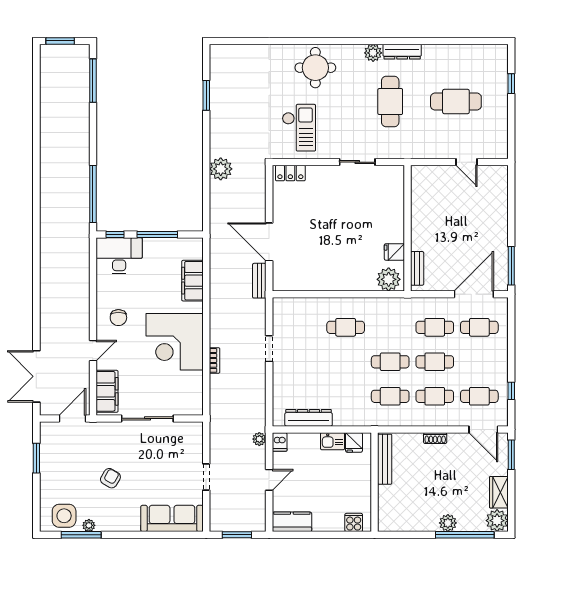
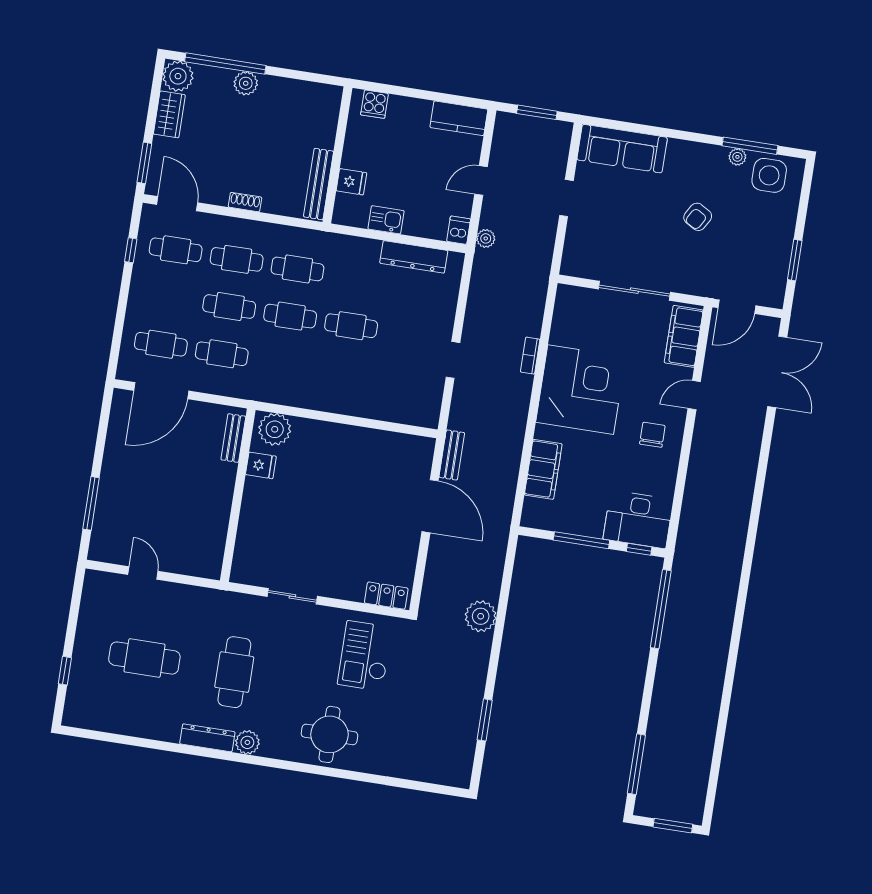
window: (511, 266) -> (91, 503), moved
cafe table: (346, 327) -> (351, 326), moved
fridge: (354, 442) -> (351, 182), moved, turned 90

